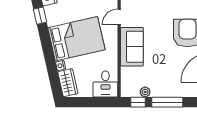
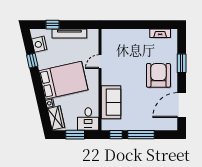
sofa: (132, 47) -> (111, 102), moved
plant: (145, 92) -> (122, 126), removed
window: (90, 102) -> (75, 135), added

